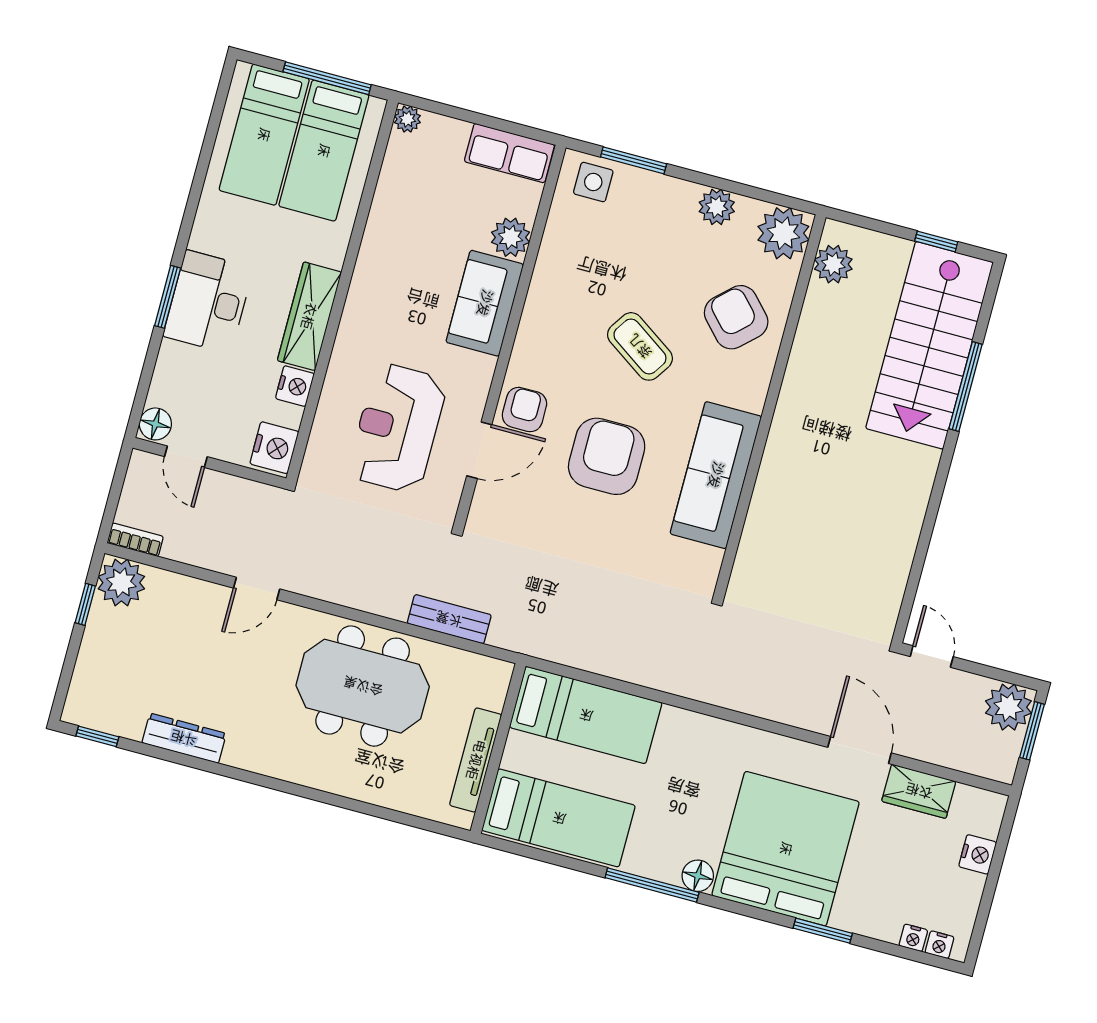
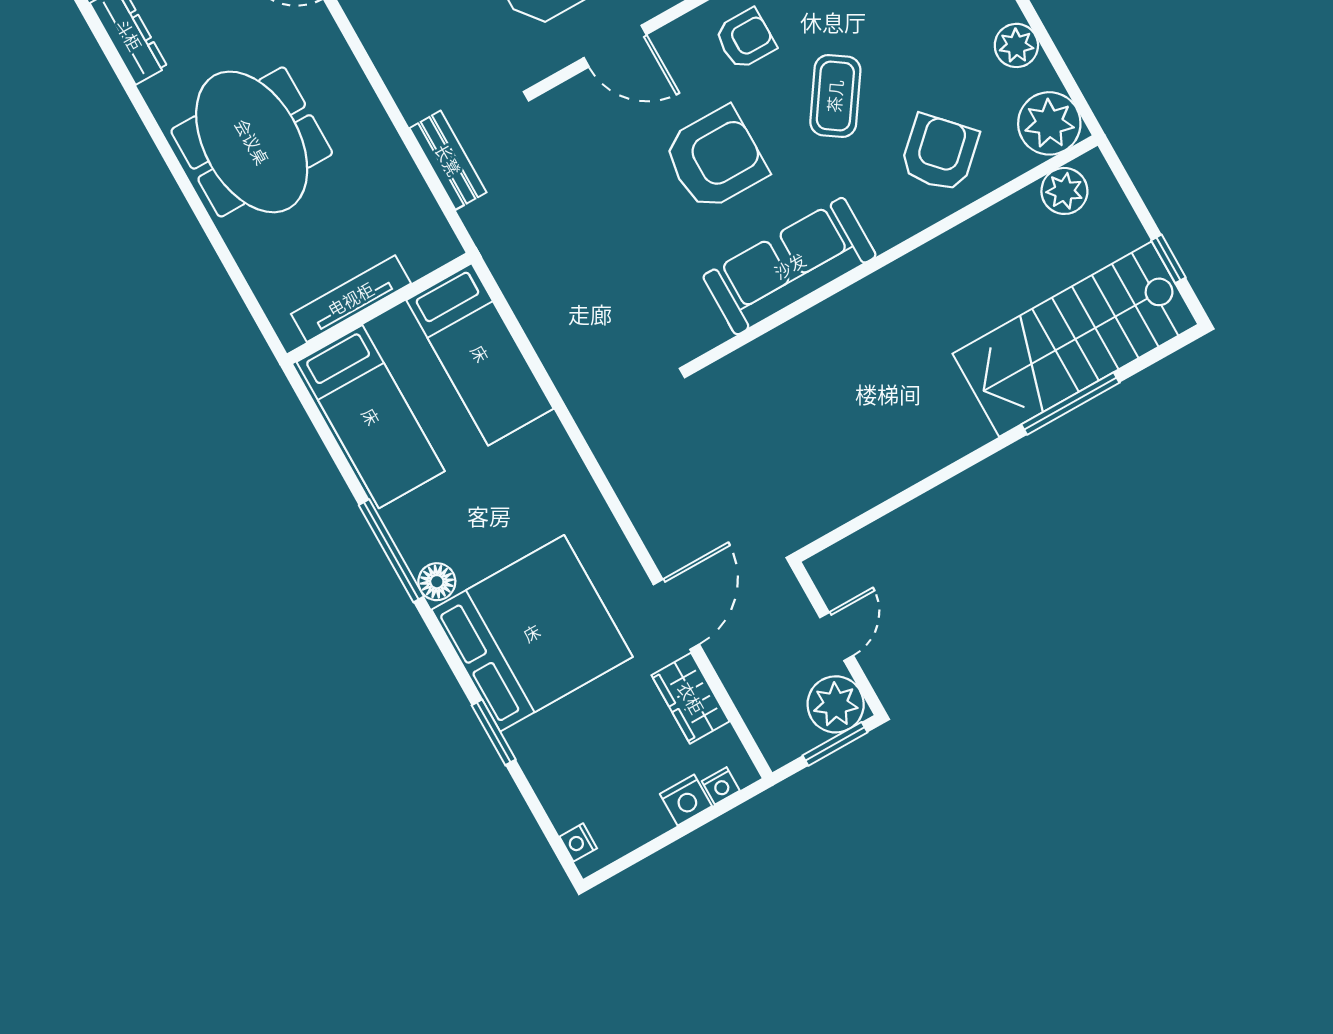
armchair: (524, 410) -> (745, 39), moved
door: (932, 657) -> (837, 636), moved
meeting table: (363, 686) -> (252, 142), moved
nightstand: (913, 938) -> (721, 786), moved, turned -90

